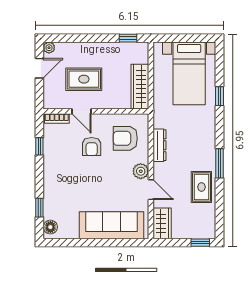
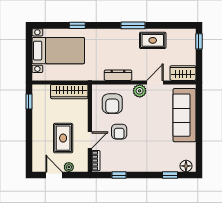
plant: (49, 48) -> (69, 167), moved
armchair: (92, 147) -> (119, 132), turned 90

